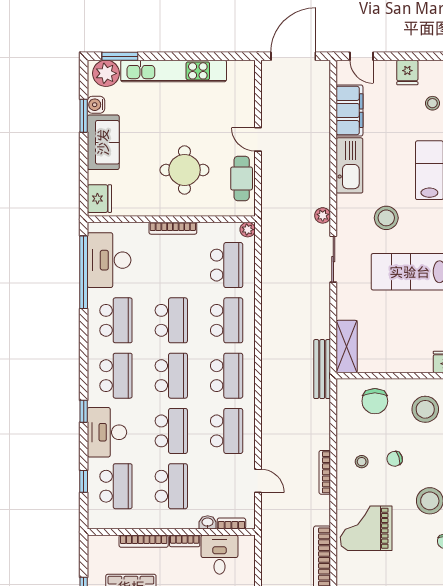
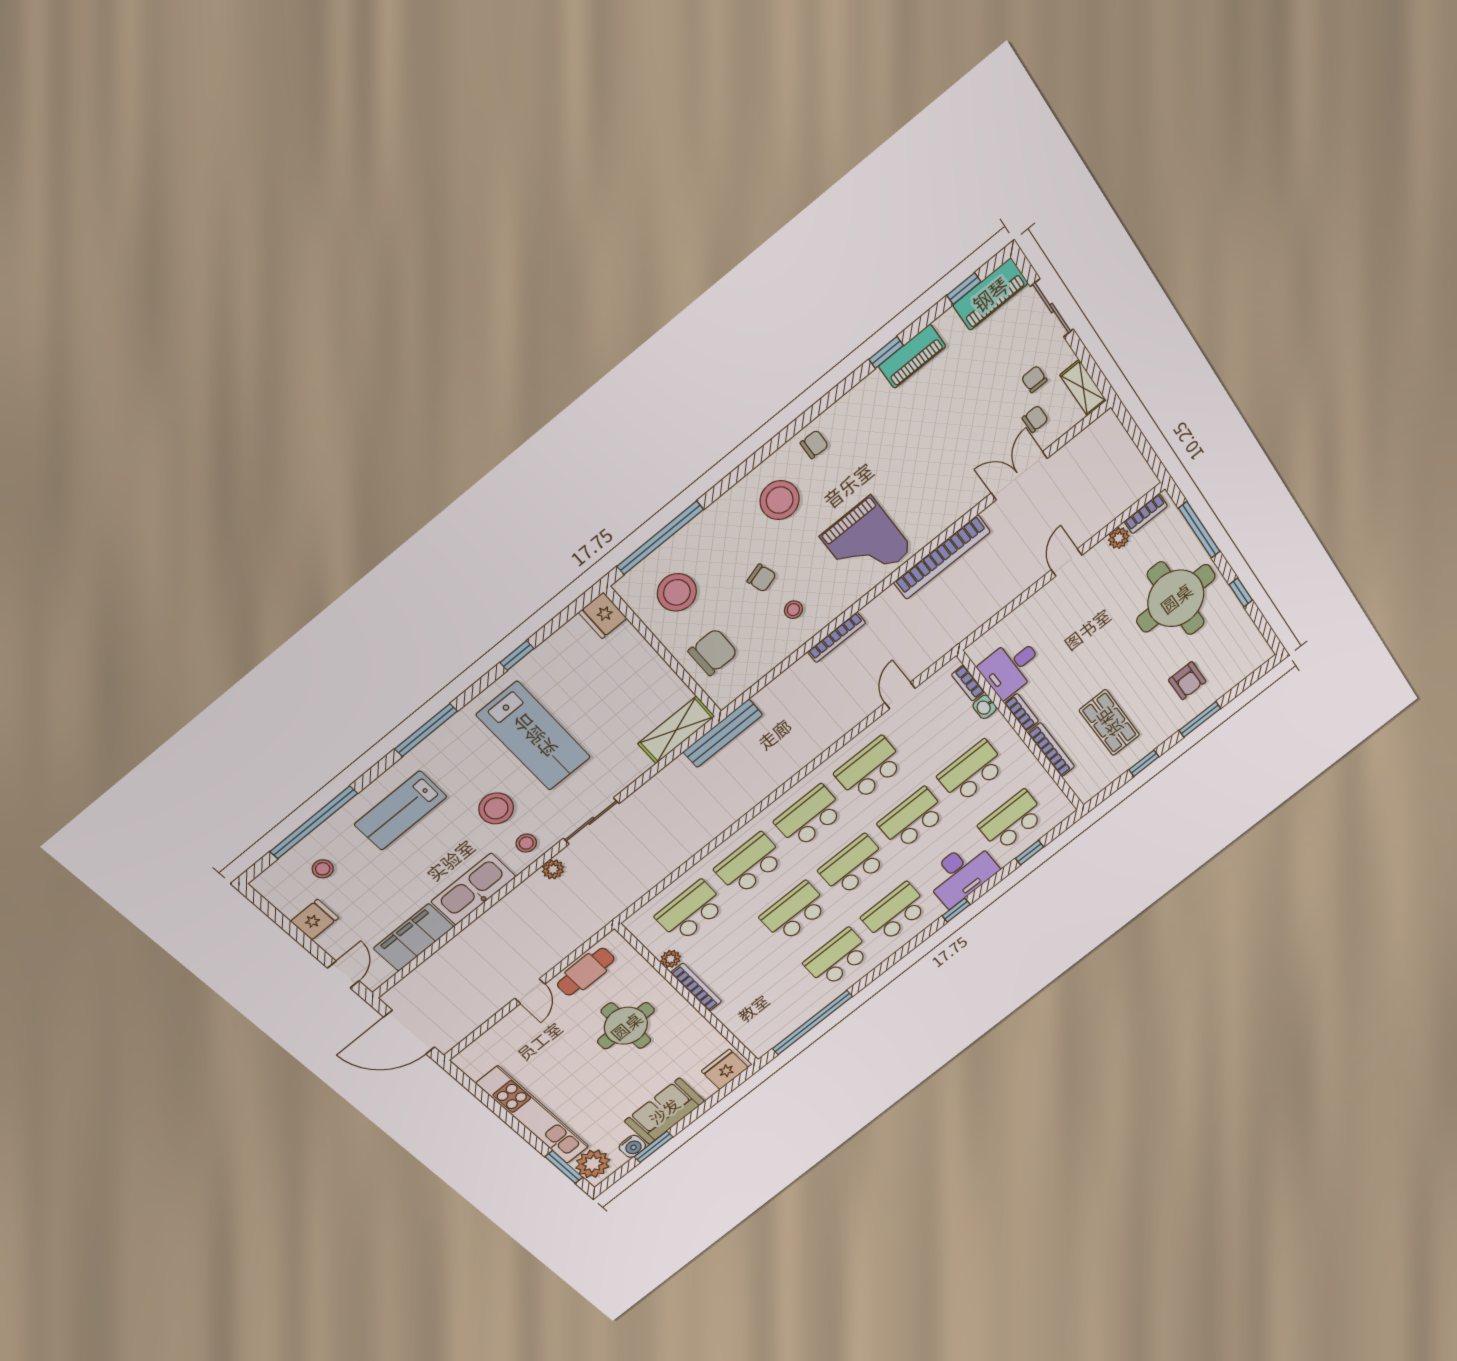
stool: (351, 215) -> (526, 843), added
plant: (248, 230) -> (671, 959), moved
desk: (109, 260) -> (780, 1012), removed

